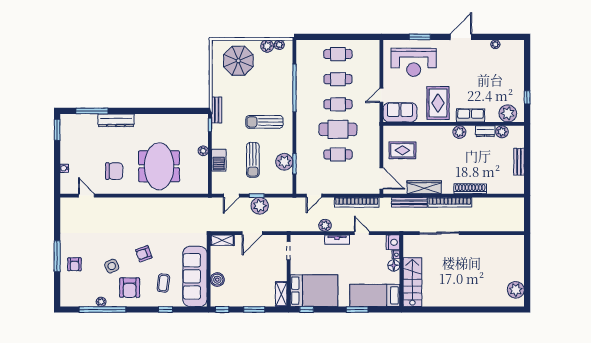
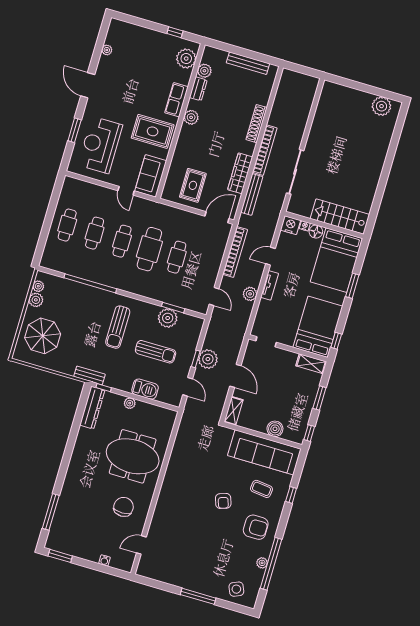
reception desk: (414, 62) -> (100, 145), turned 180
dresser: (116, 120) -> (92, 408), moved
bench: (519, 162) -> (248, 63), width x1.36
armchair: (74, 264) -> (213, 580), removed
side table: (112, 266) -> (236, 589), moved
bed: (375, 295) -> (336, 260), width x1.50

